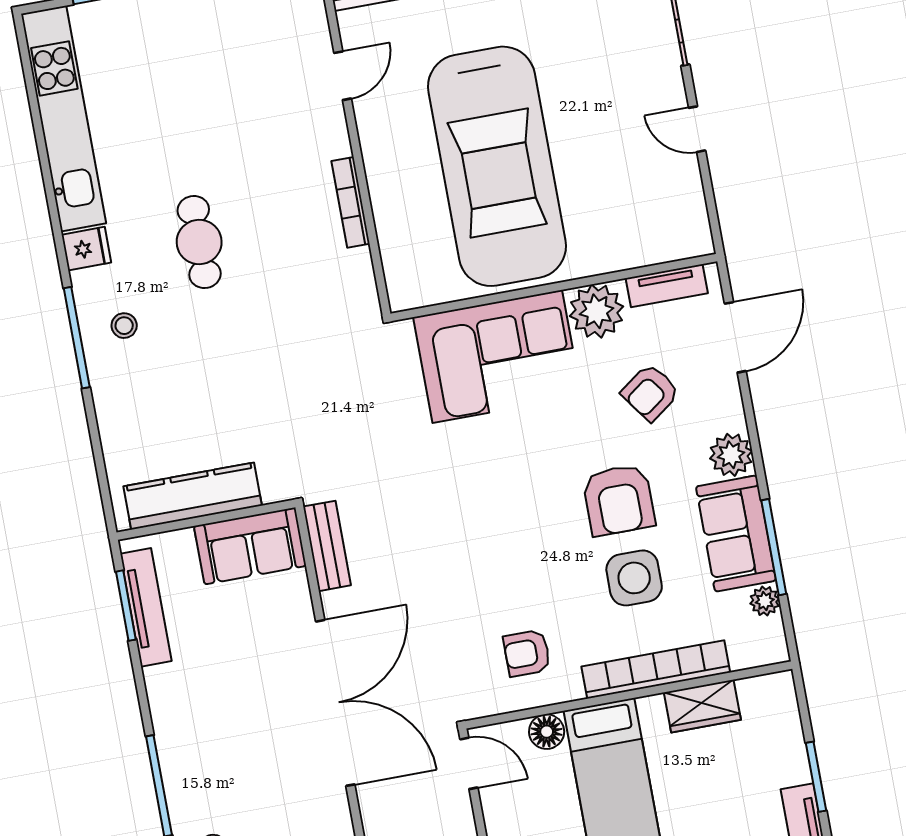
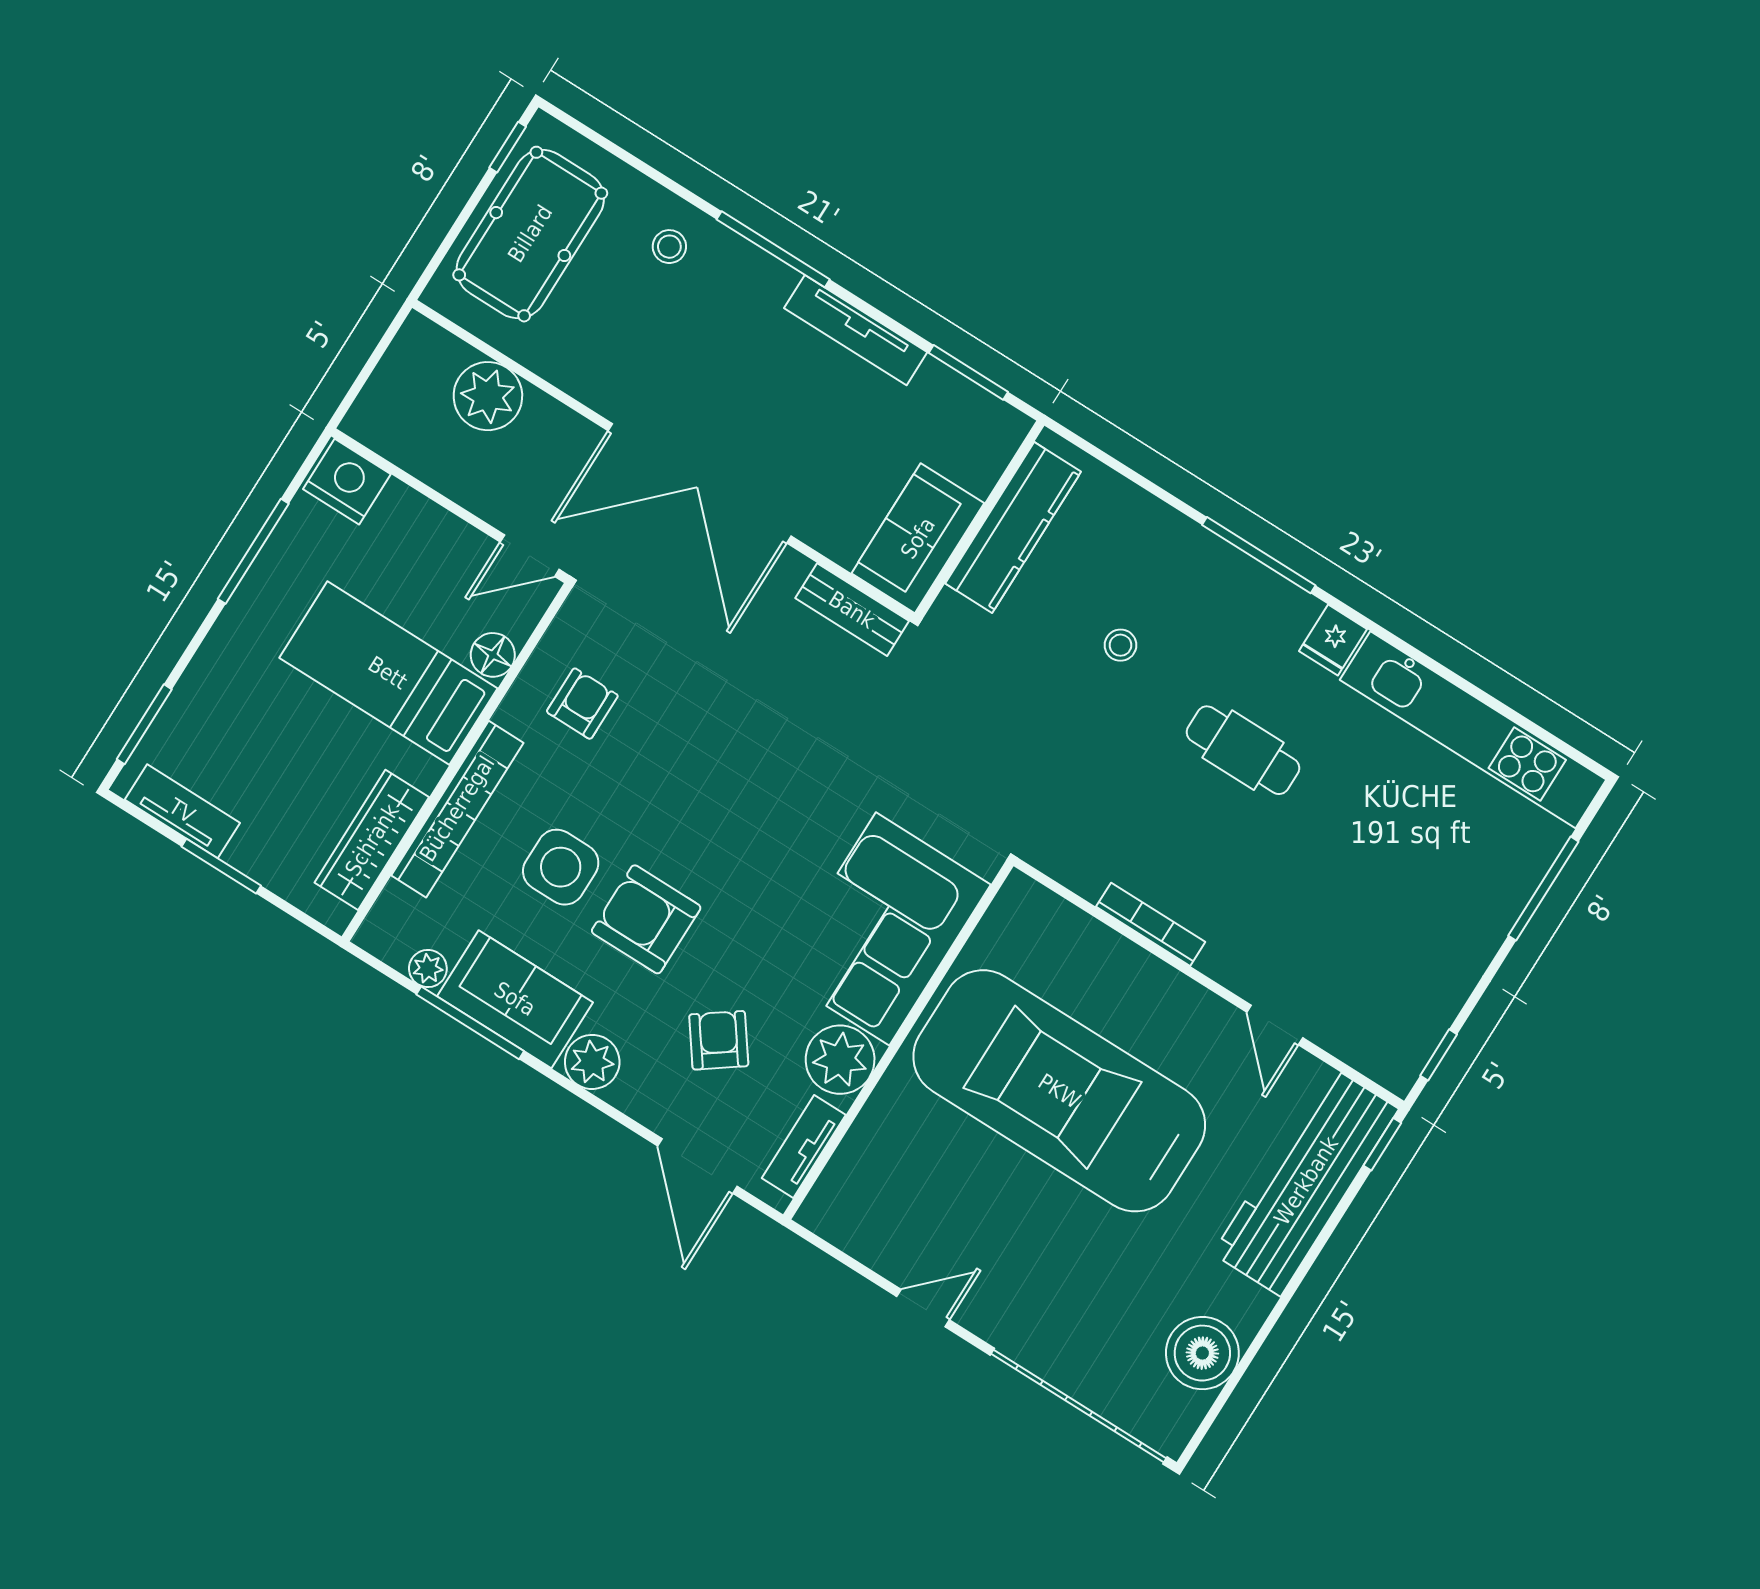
stool: (124, 326) -> (1120, 645), moved
tv unit: (146, 607) -> (856, 330), moved
wardrobe: (702, 706) -> (372, 840), width x1.50

